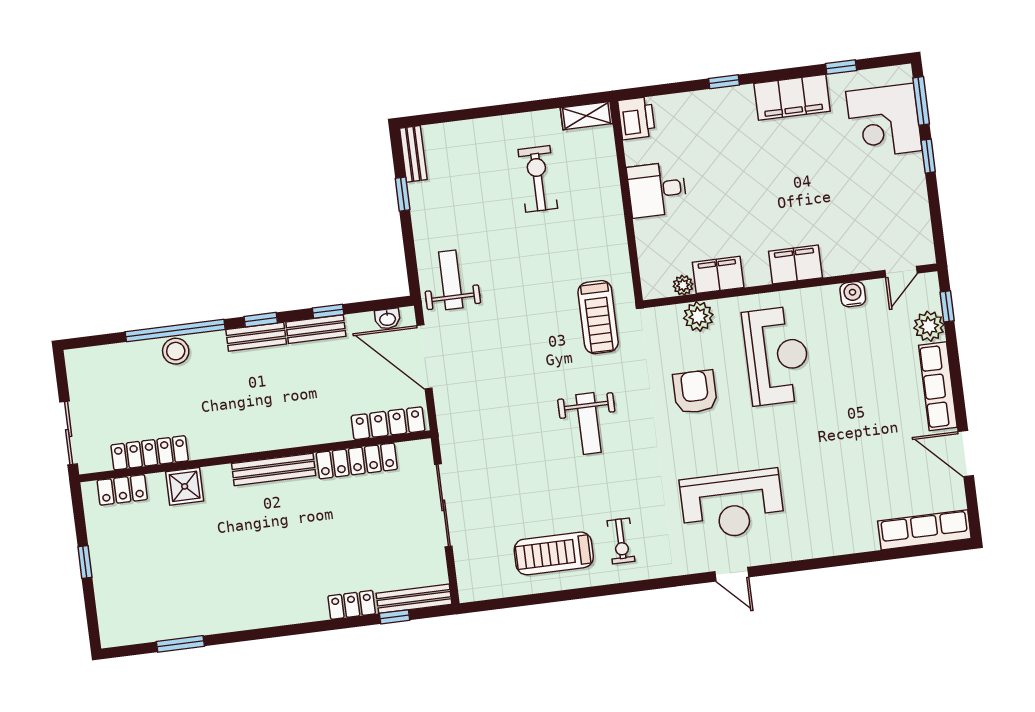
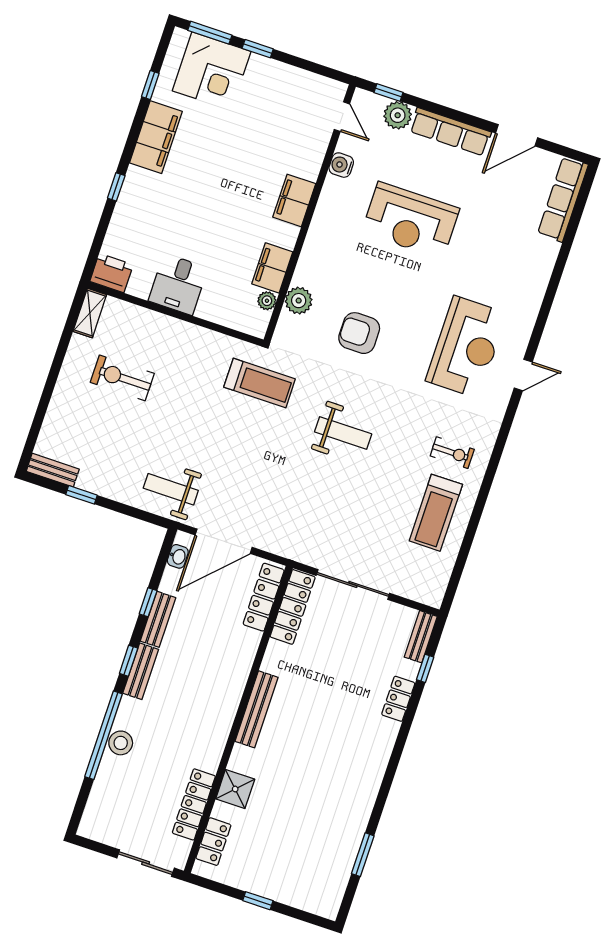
reception desk: (777, 356) -> (411, 220), moved, turned 180
locker: (357, 461) -> (293, 607), moved
bench: (414, 599) -> (421, 637), width x0.73

